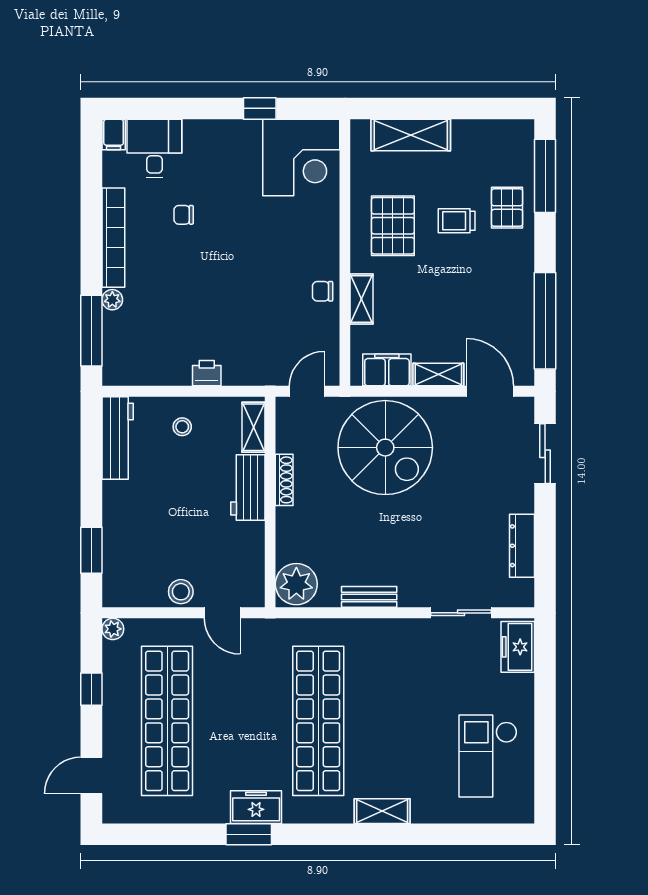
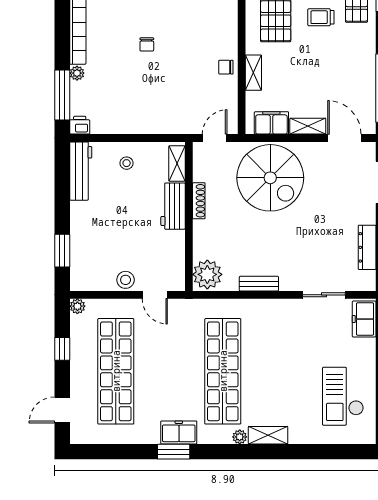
chair: (184, 215) -> (147, 44), moved, turned -90
printer: (207, 373) -> (80, 125), moved
plant: (342, 813) -> (240, 437), added

